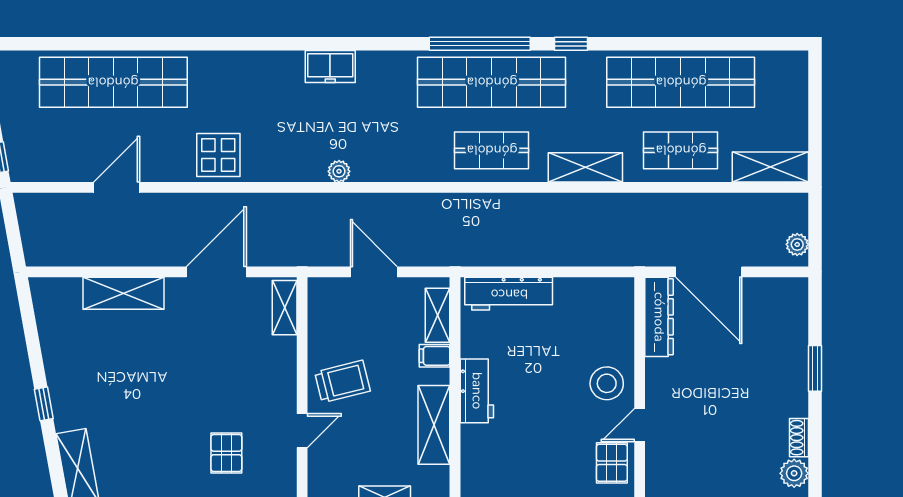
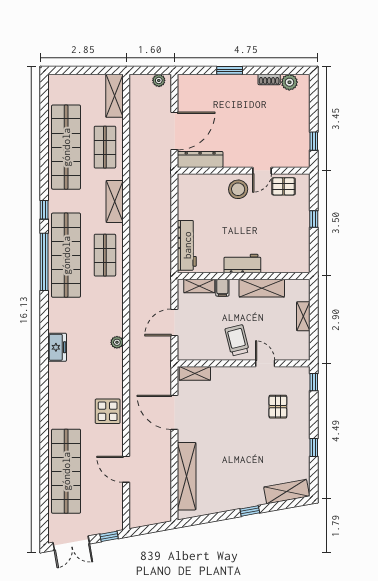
shelving: (123, 293) -> (187, 476), width x1.47
door: (640, 425) -> (262, 171), hinge flipped
pallet: (226, 453) -> (278, 407), turned 90

